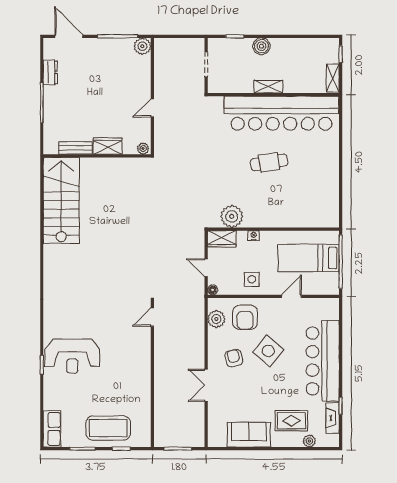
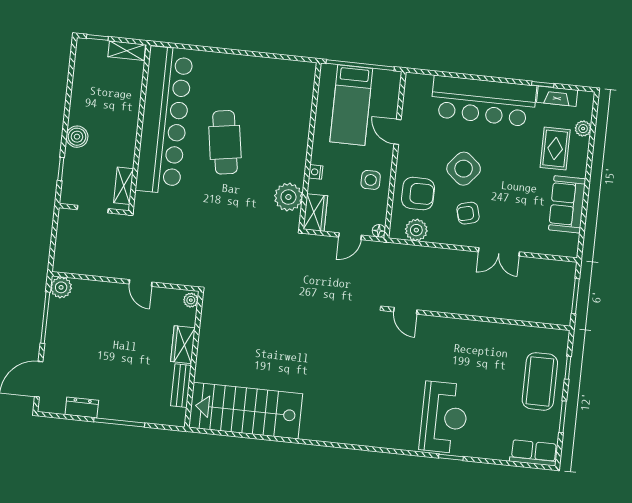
shelving: (268, 87) -> (124, 186), moved
cafe table: (269, 162) -> (225, 142), width x1.37, depth x1.35

